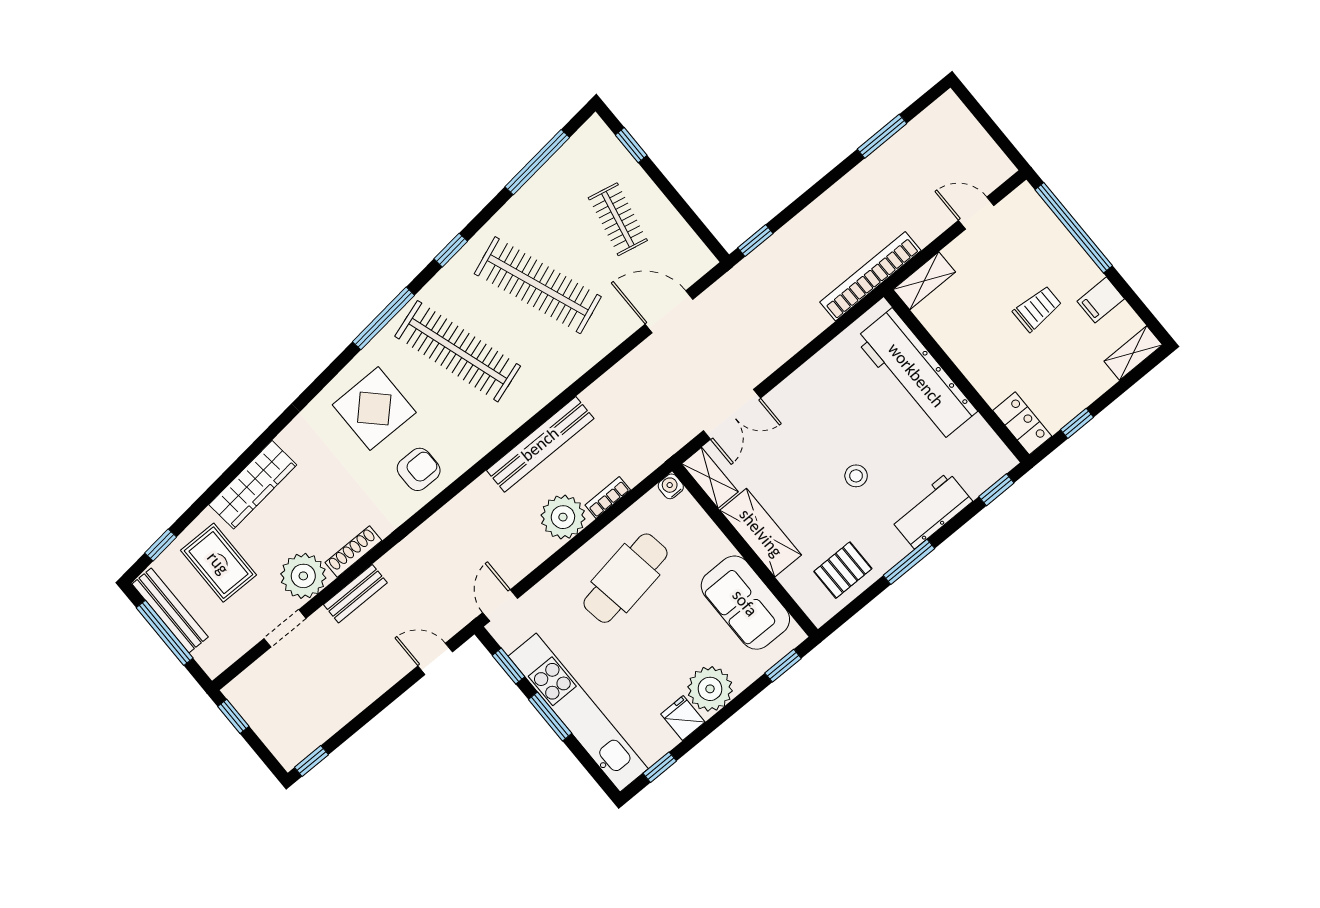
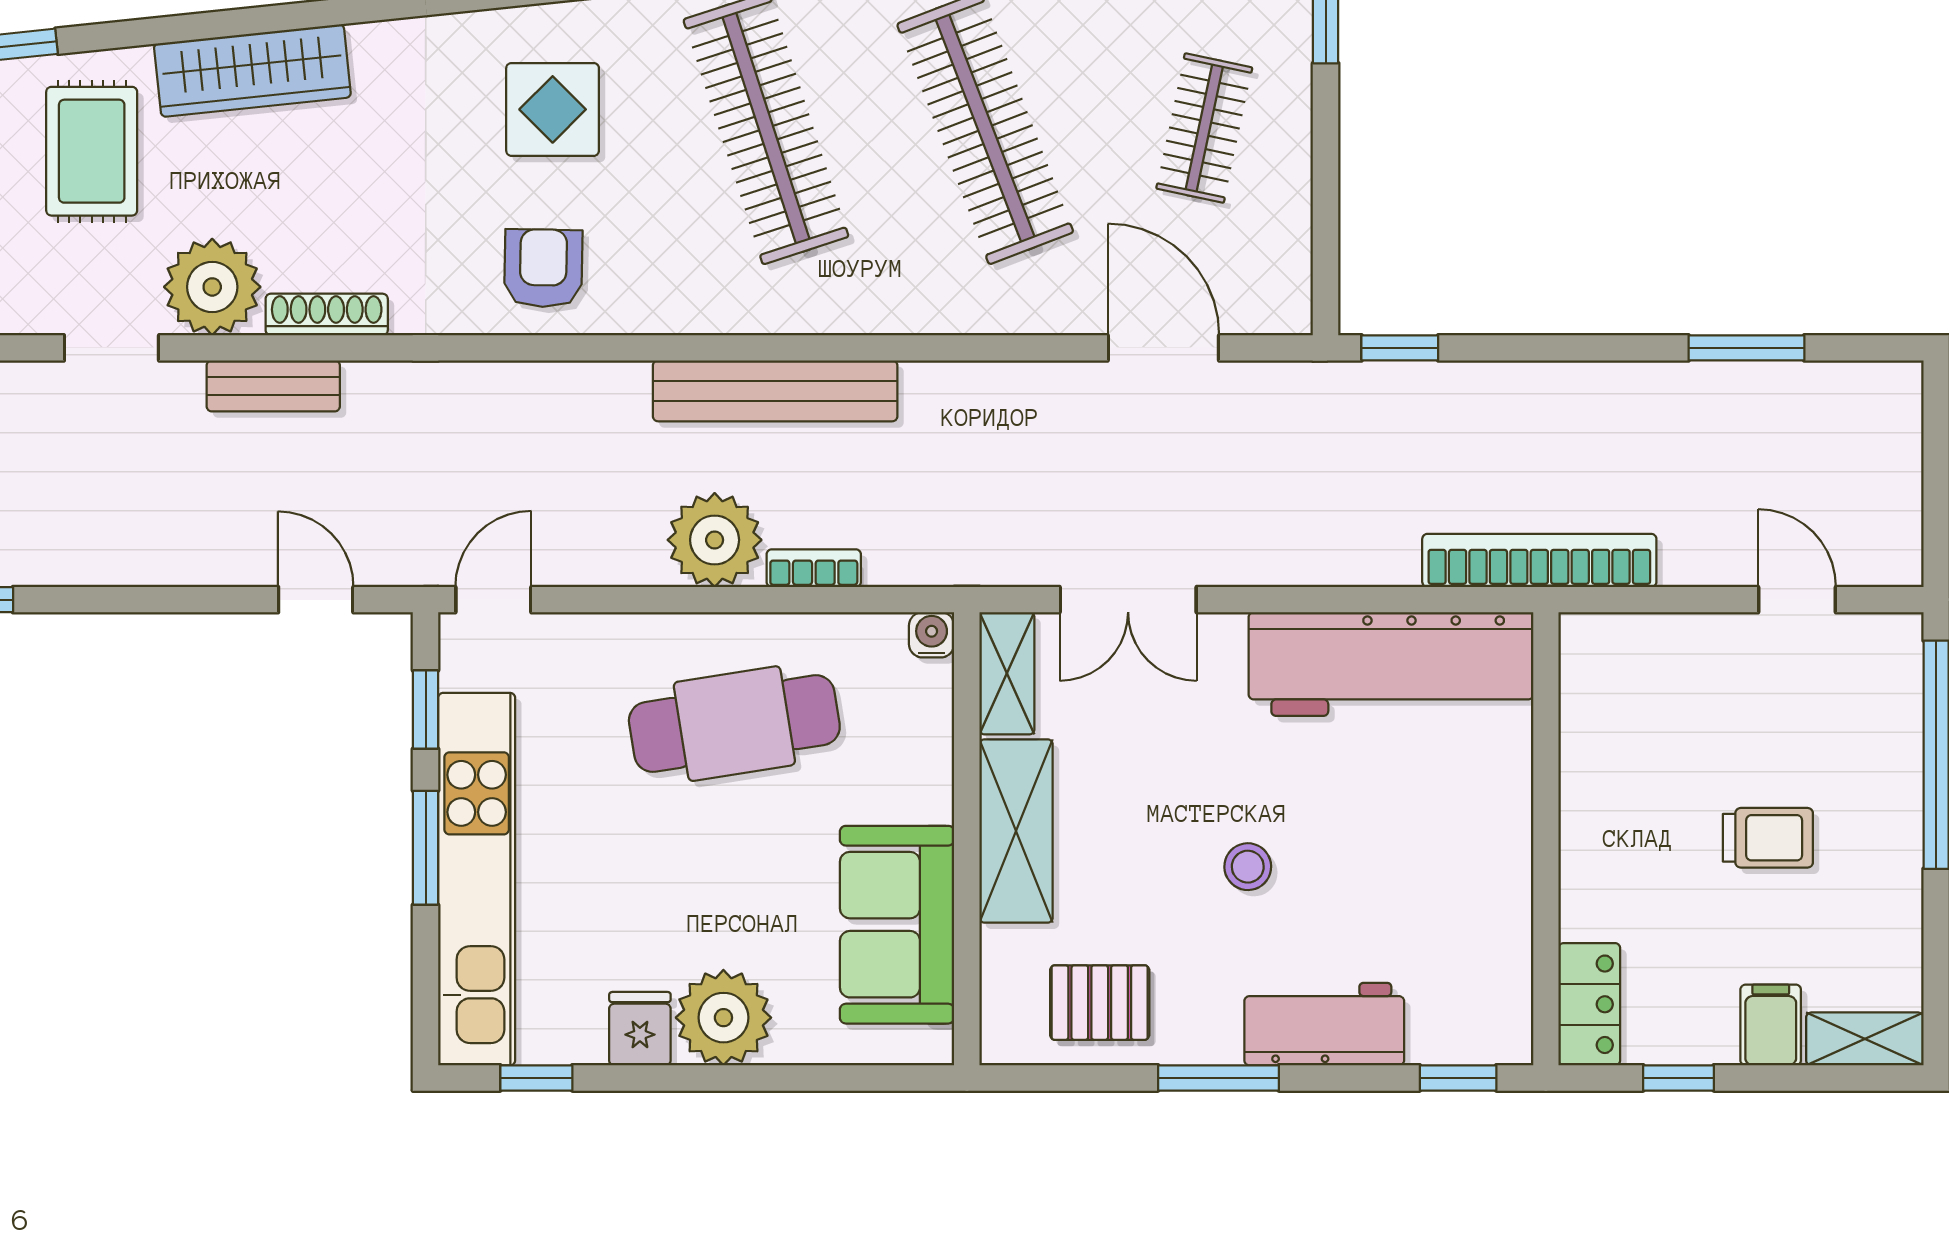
shelving: (924, 281) -> (1621, 640), removed
filing cabinet: (1101, 300) -> (1771, 1025), moved, turned 90
workbench: (916, 375) -> (1391, 664), moved, turned -90
display table: (374, 409) -> (553, 109), width x0.73, depth x0.73
armchair: (419, 469) -> (543, 268), turned -89
window: (783, 666) -> (874, 1078), removed

